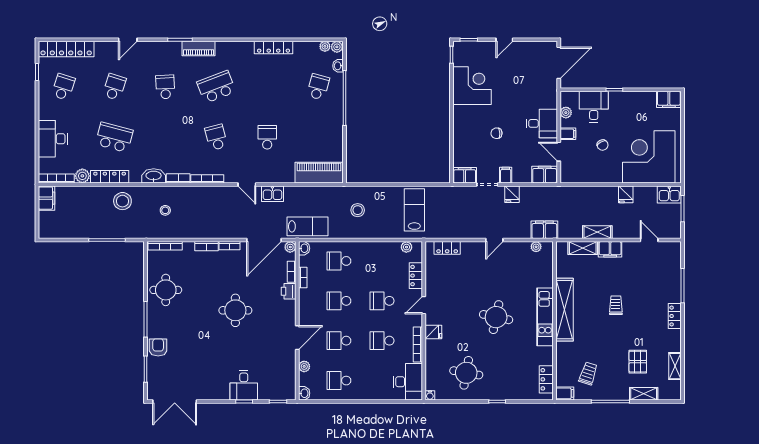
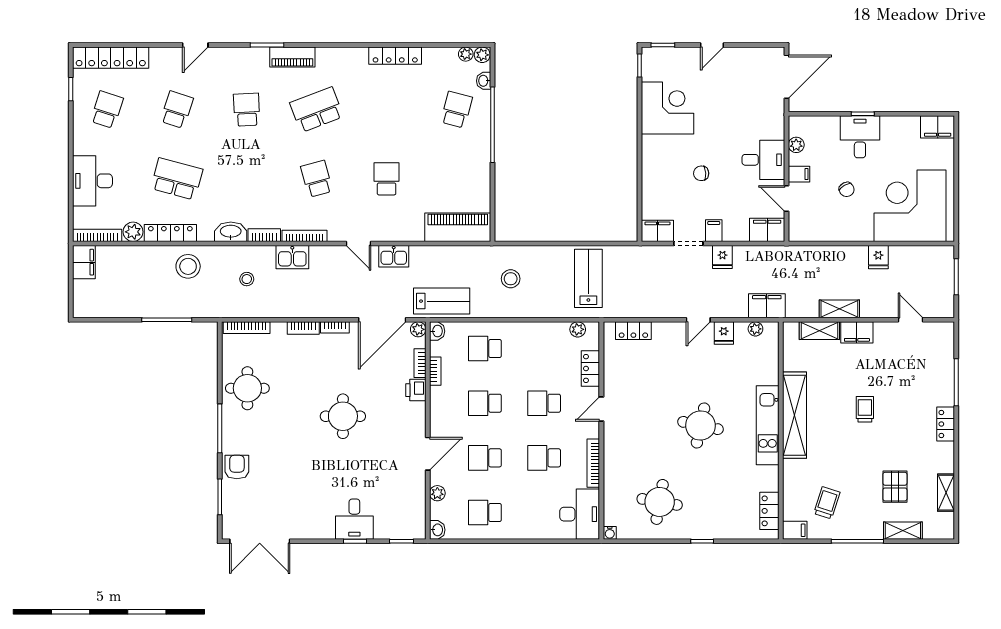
desk: (594, 107) -> (860, 137), moved
kitchen sink: (669, 194) -> (292, 257), moved
fridge: (433, 332) -> (724, 333), moved, turned 90

